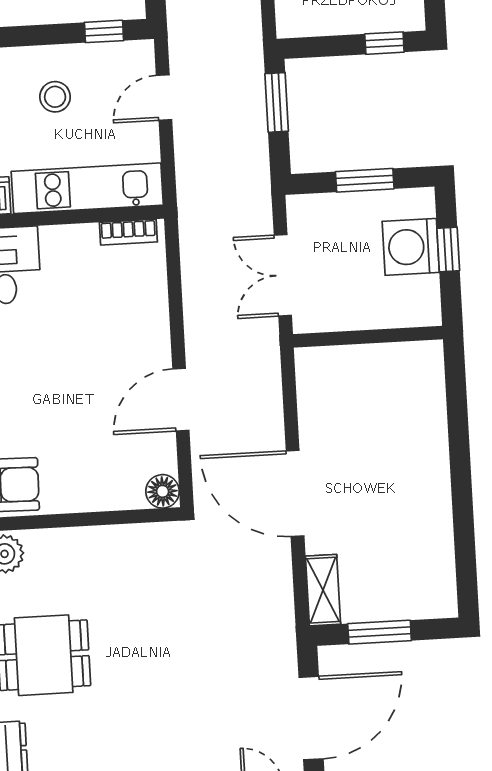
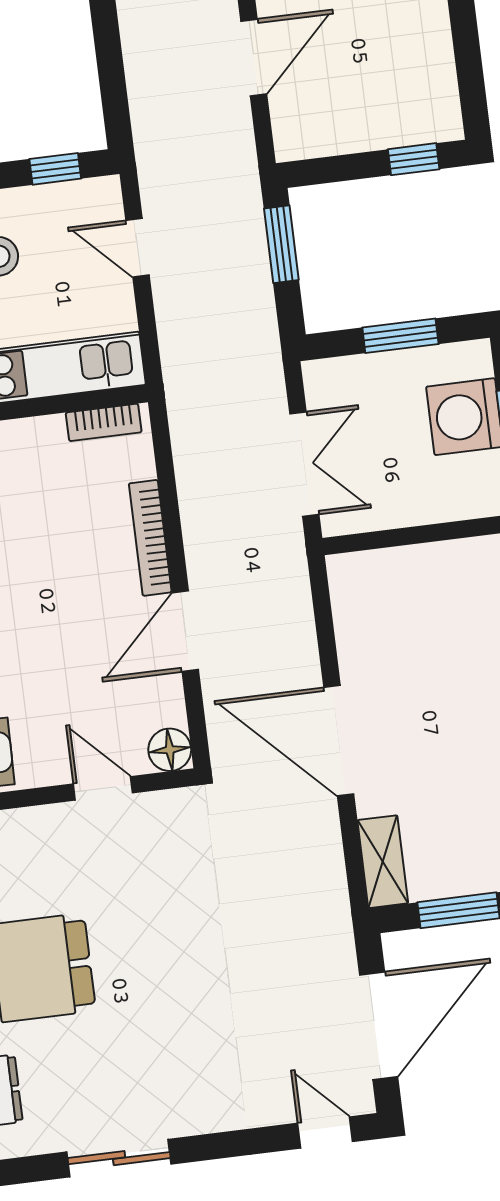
door: (164, 98) -> (137, 248), hinge flipped
double door: (283, 275) -> (304, 464), swing flipped
bookcase: (159, 325) -> (150, 538), added
door: (108, 518) -> (103, 788), added

